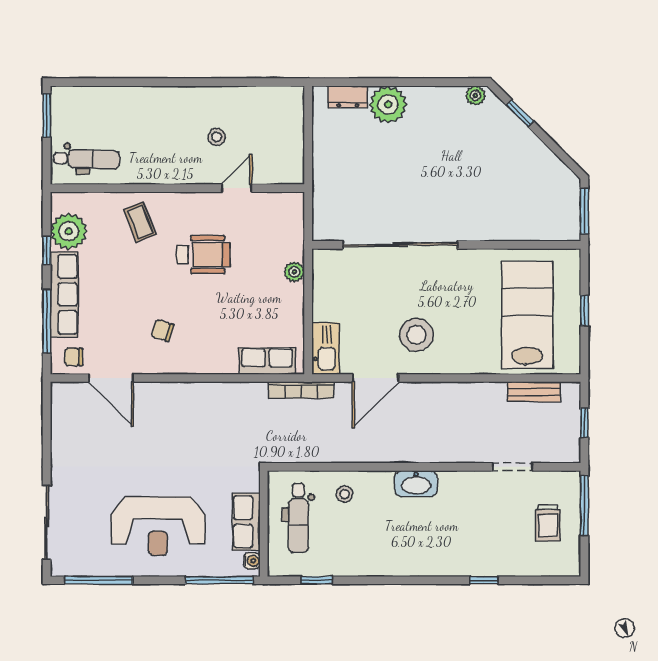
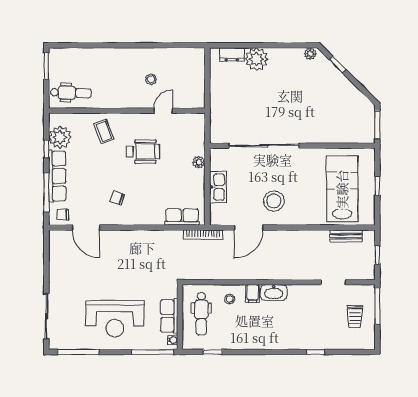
kitchen sink: (325, 348) -> (218, 187), moved
filing cabinet: (382, 485) -> (253, 293), added

